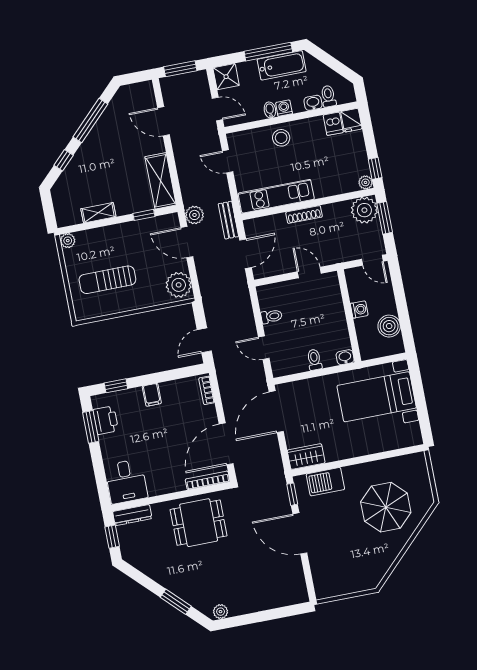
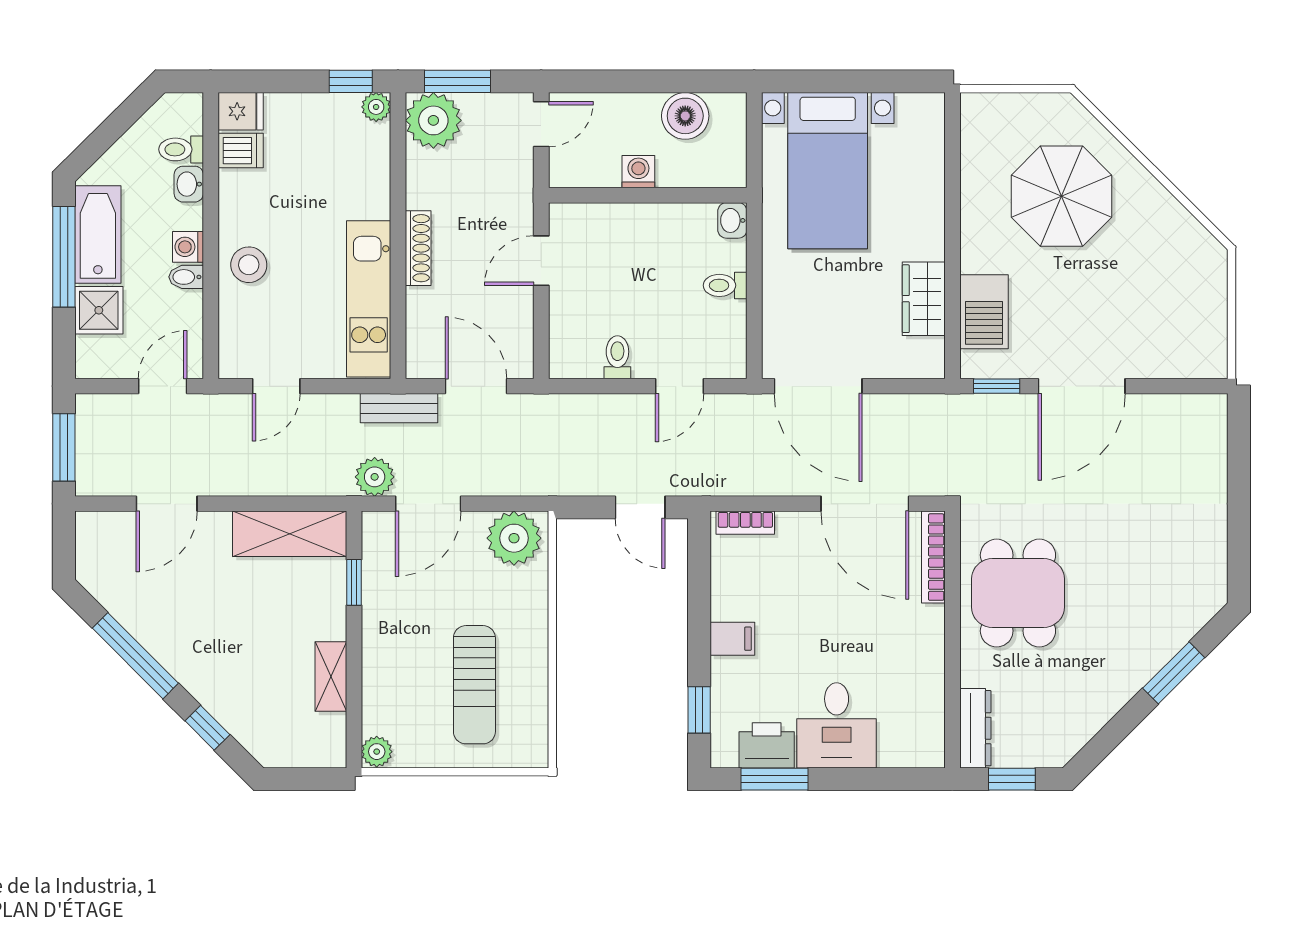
shower: (226, 77) -> (99, 310), moved
wardrobe: (306, 457) -> (924, 299), moved
desk: (126, 481) -> (837, 725), moved, turned 90
plant: (221, 612) -> (1212, 583), removed

